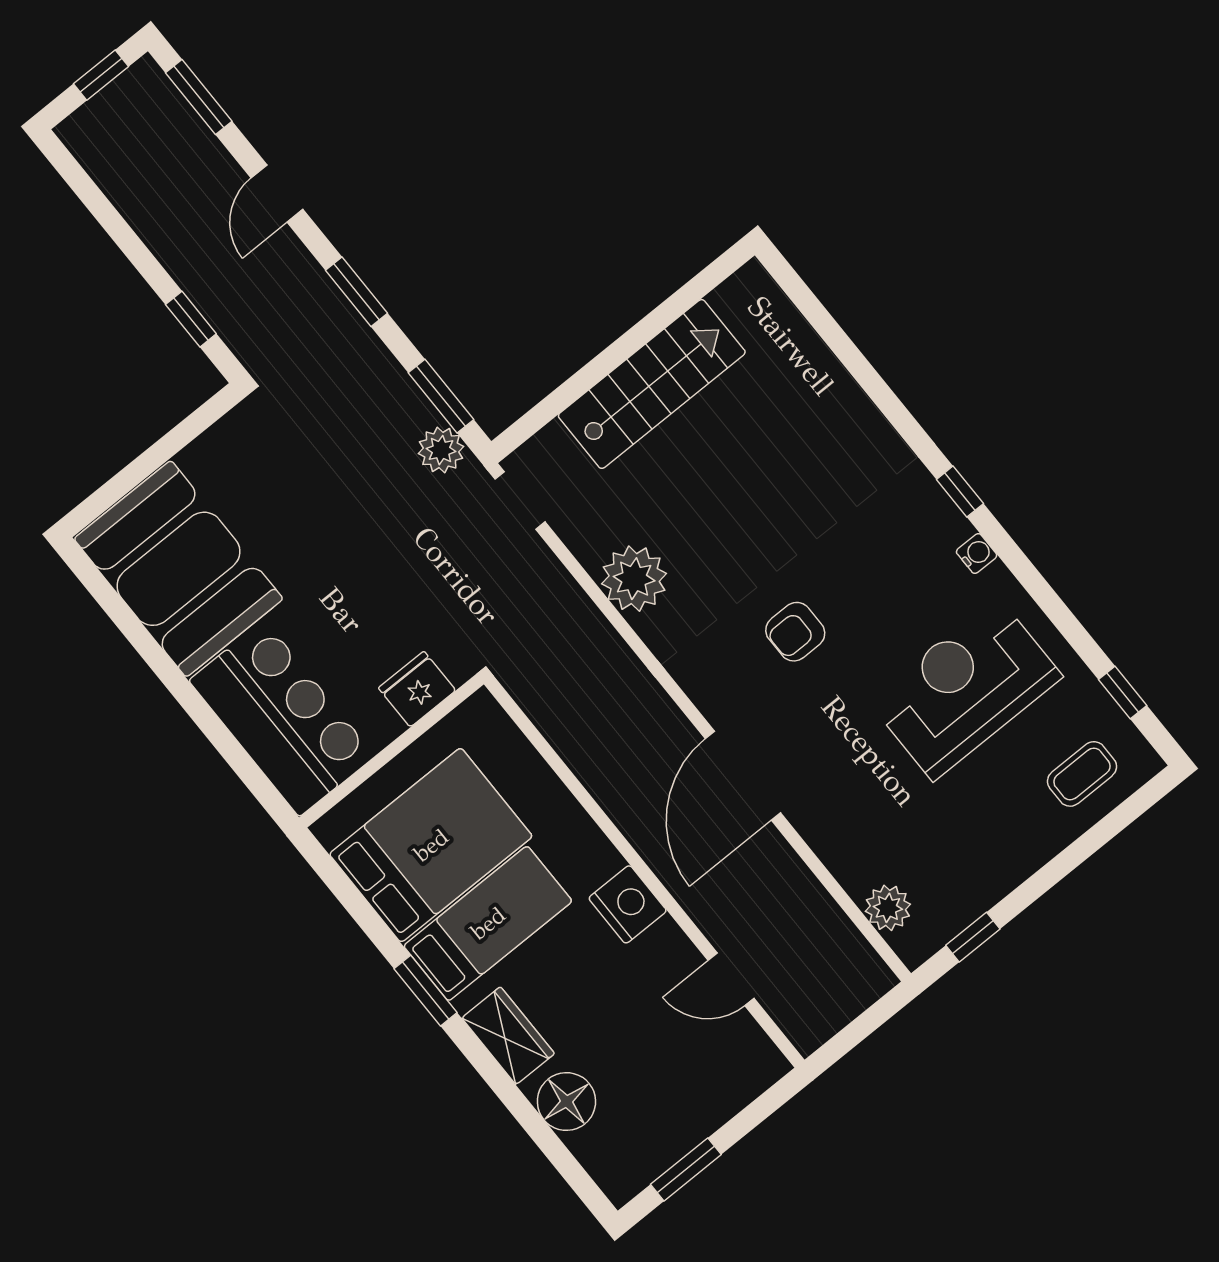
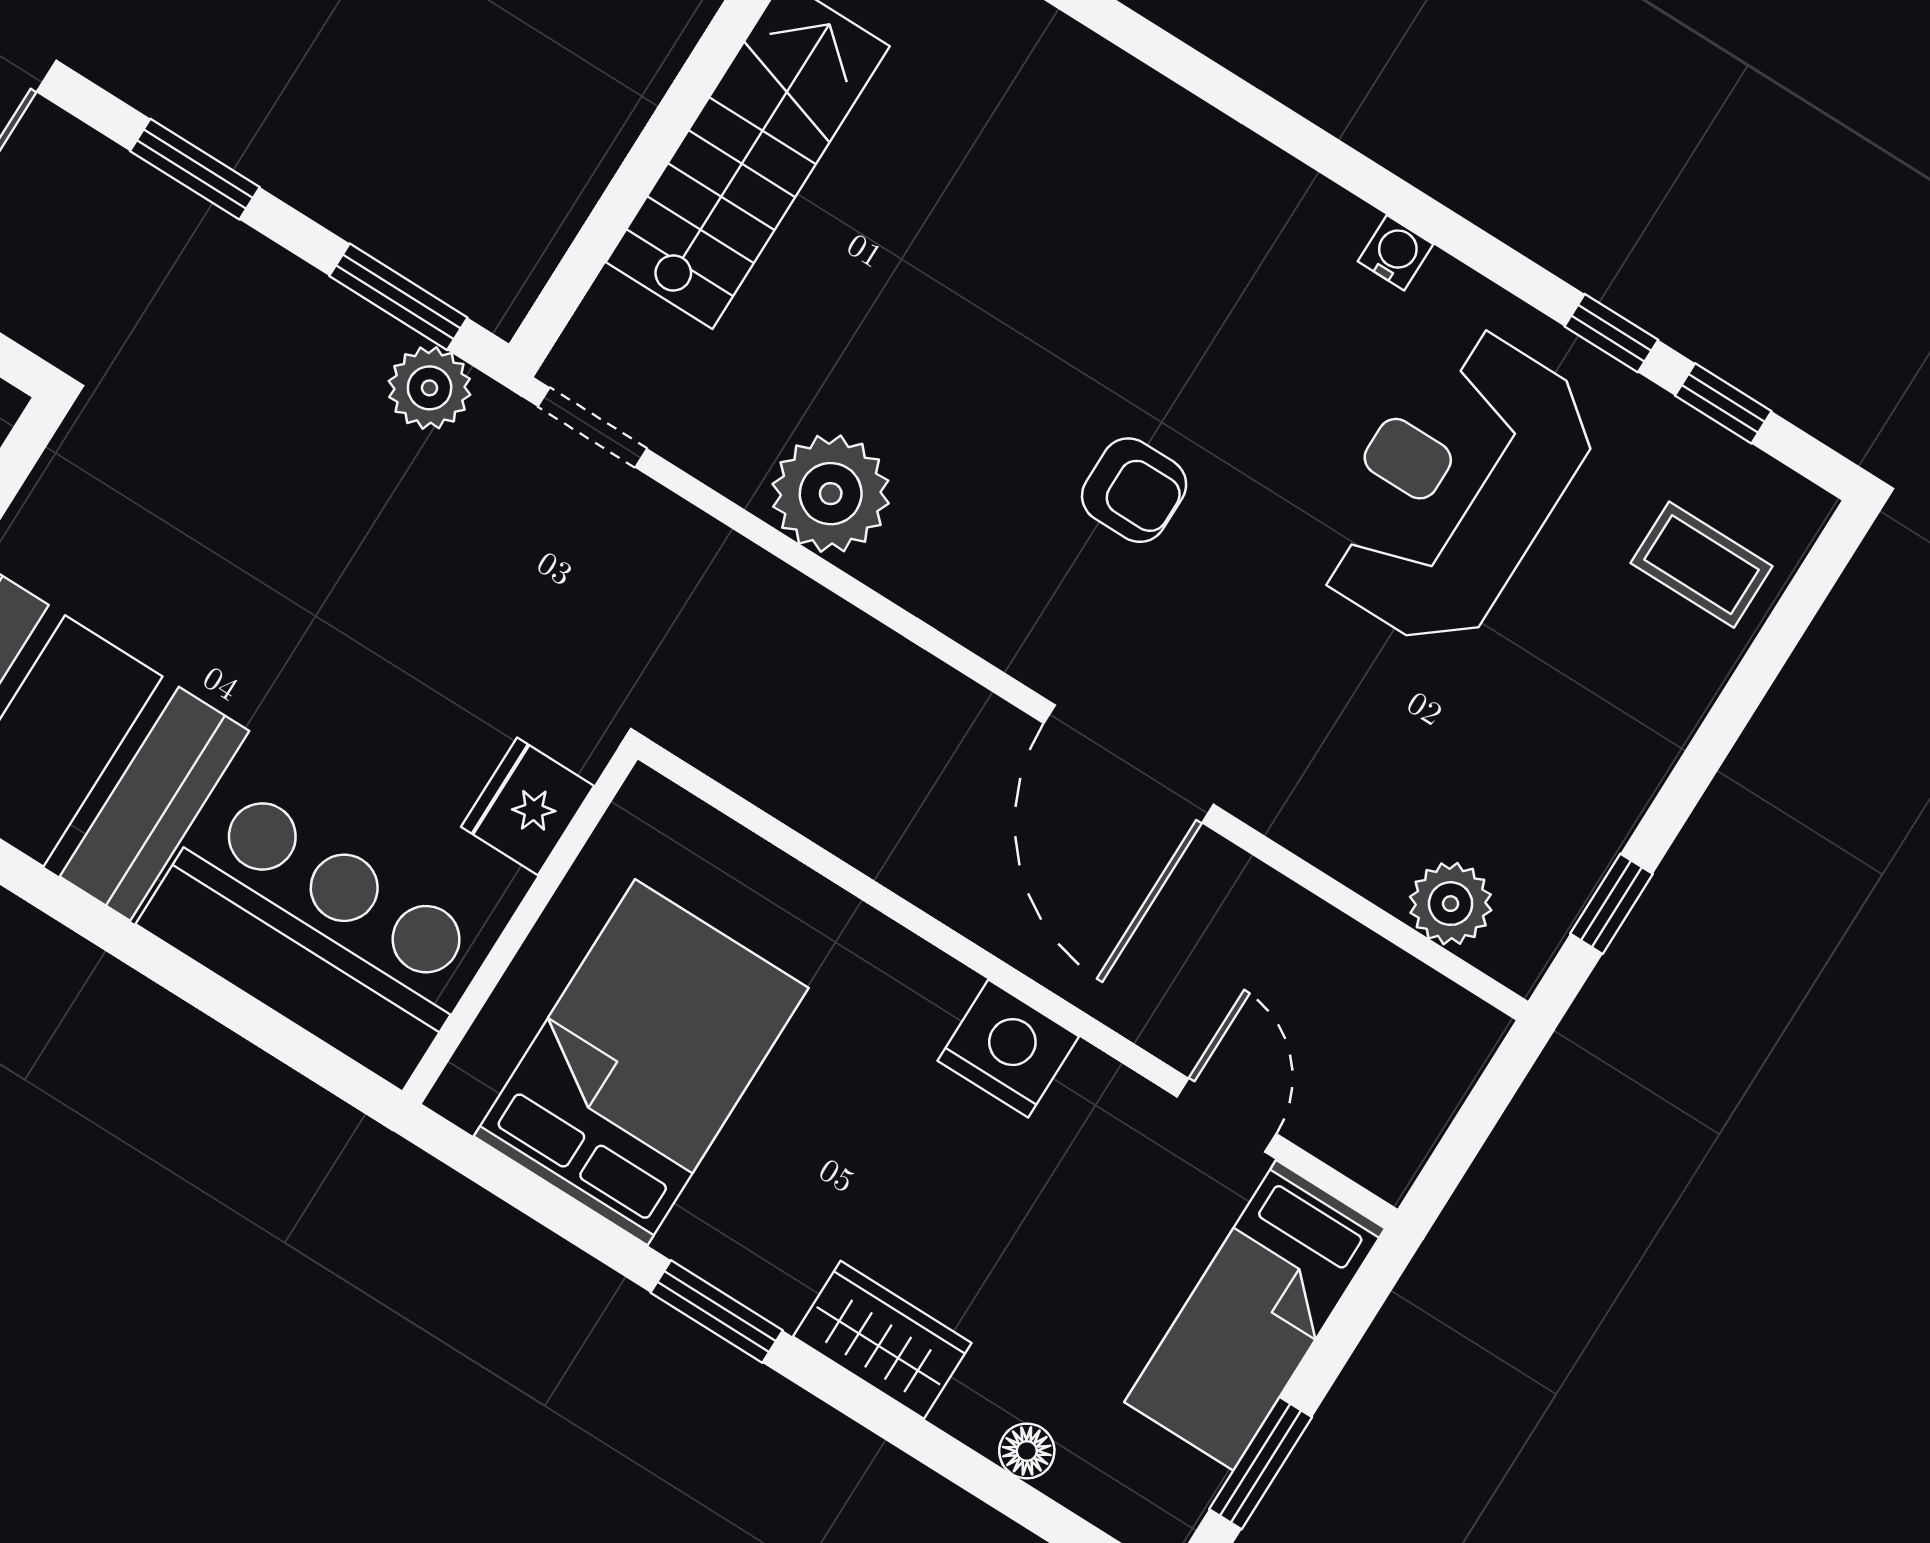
window: (960, 492) -> (1611, 333), moved
armchair: (795, 632) -> (1134, 490), turned -90
coffee table: (1082, 774) -> (1702, 565), turned 90
bed: (488, 923) -> (1255, 1315), moved, turned 180
door: (731, 979) -> (1227, 1115), swing flipped
floor lamp: (566, 1102) -> (1027, 1451), width x0.53, depth x0.53

